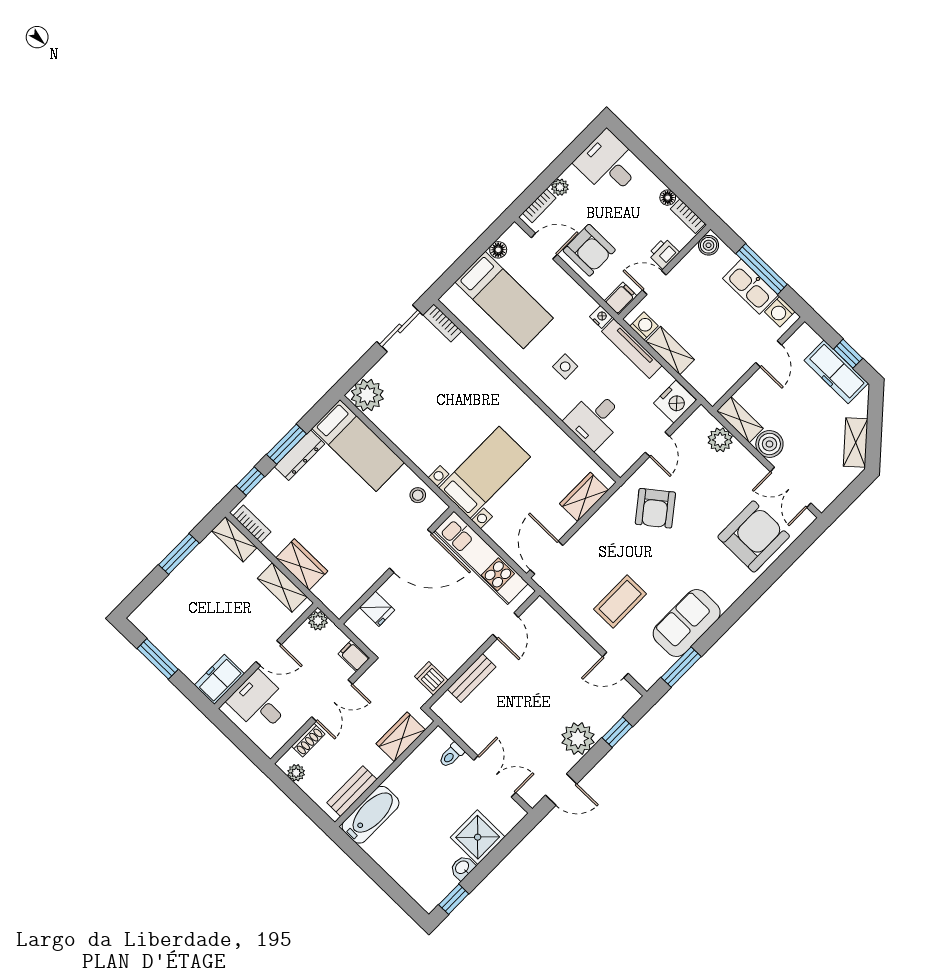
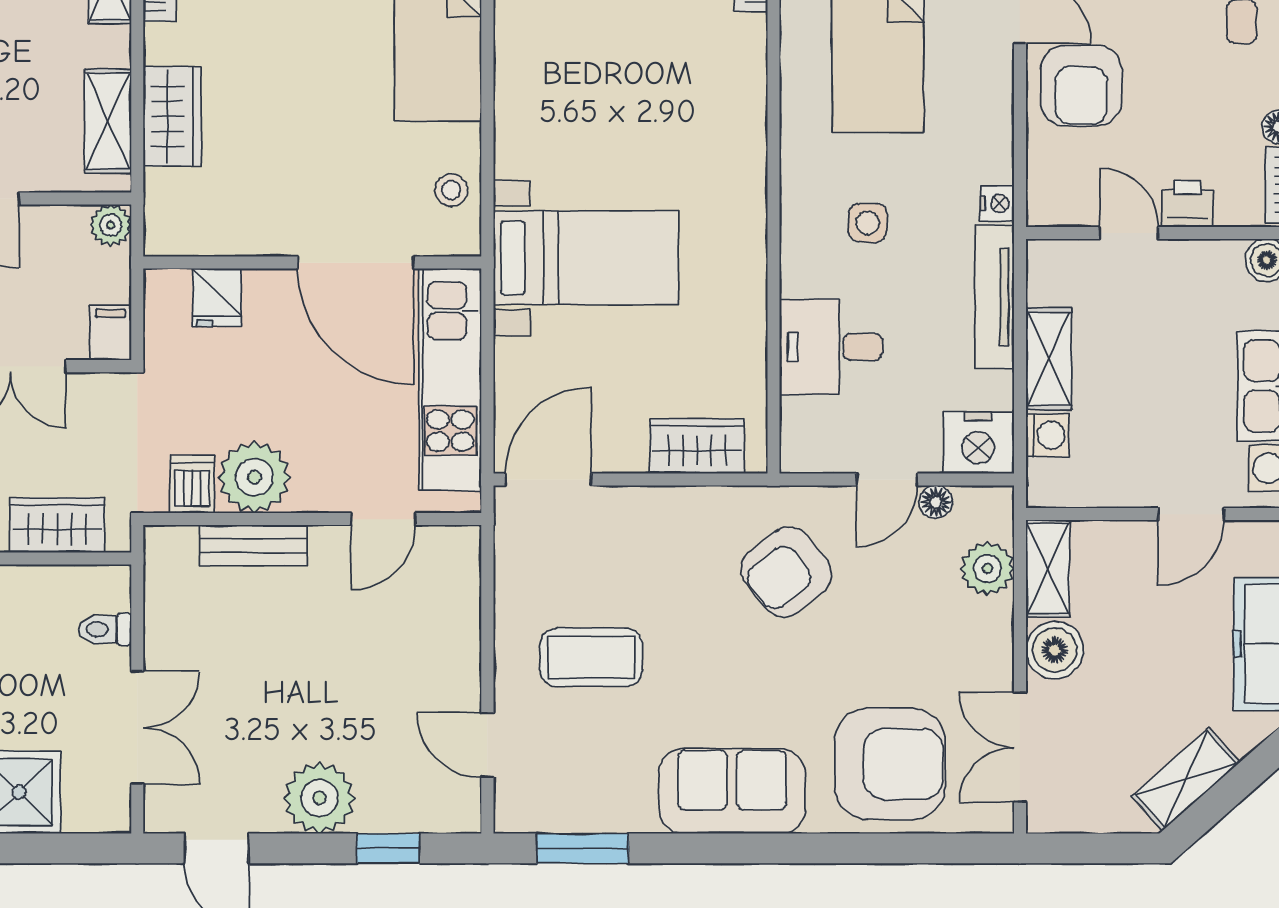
filing cabinet: (621, 298) -> (1054, 206), removed
washing machine: (644, 326) -> (1048, 435), moved
floor lamp: (681, 435) -> (936, 502), added
sofa: (687, 623) -> (732, 791), moved
plant: (449, 655) -> (254, 477), added

